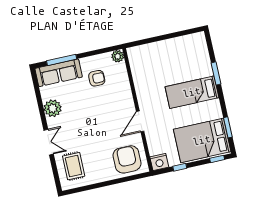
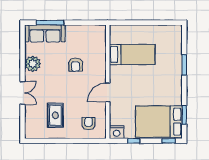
plant: (118, 56) -> (101, 30), removed
armchair: (97, 78) -> (76, 65), moved, turned 89
bed: (192, 92) -> (132, 54), moved, turned 180
armchair: (127, 159) -> (89, 124), width x0.53, depth x0.53
rug: (74, 166) -> (55, 115), moved

